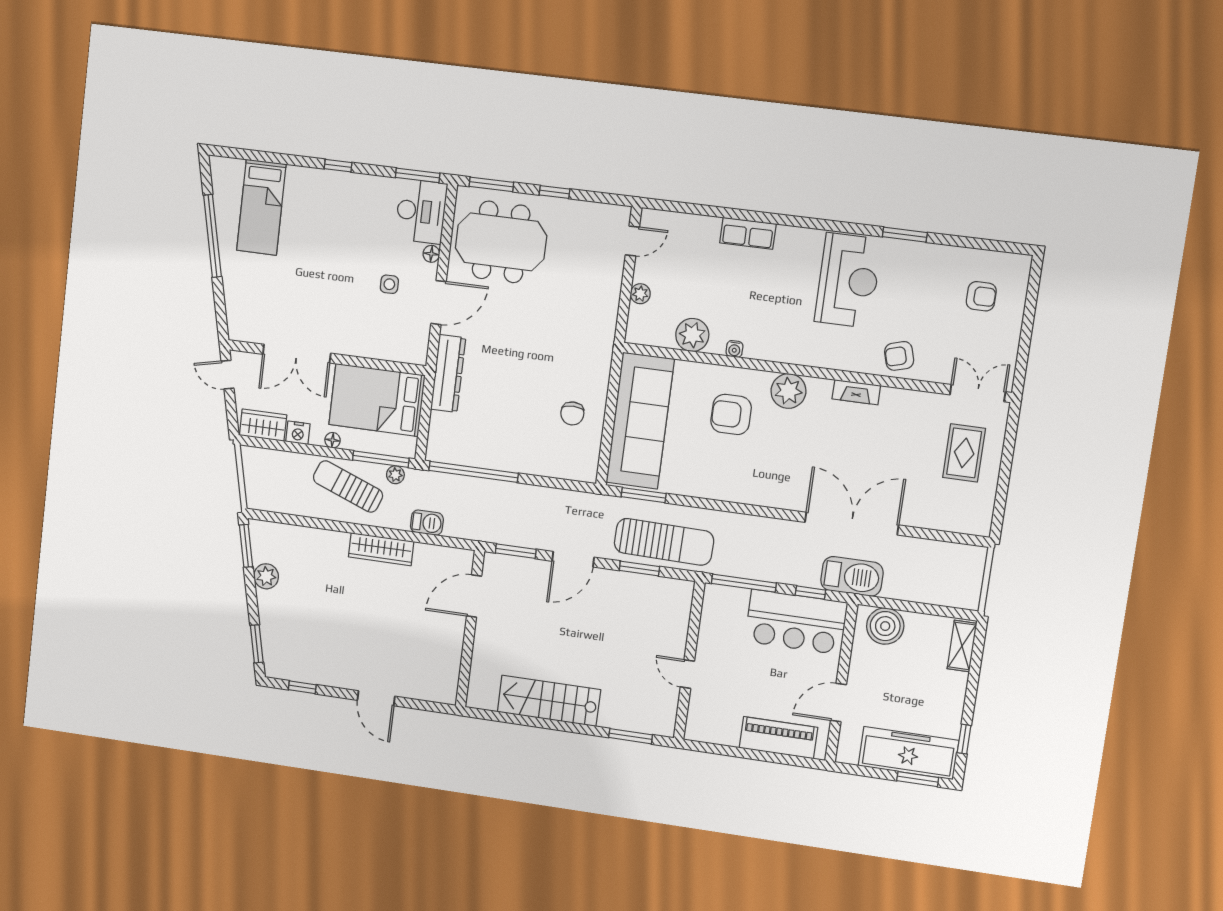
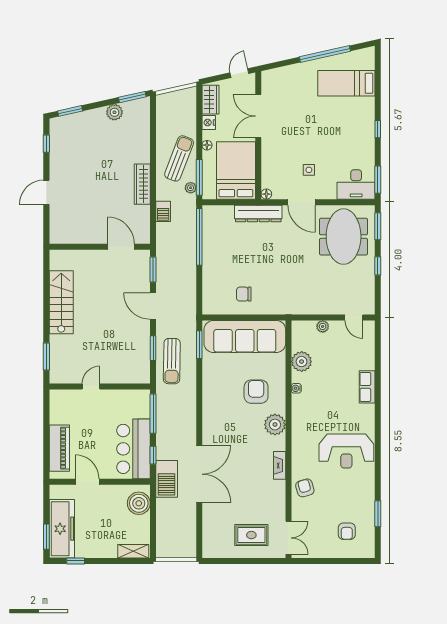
window: (905, 235) -> (378, 514), moved
floor lamp: (431, 254) -> (266, 194), moved
sun lounger: (664, 542) -> (172, 361), width x0.73, depth x0.75

